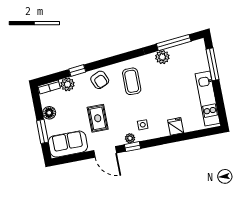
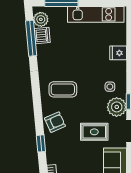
dishwasher: (178, 52) -> (42, 36), added
plant: (162, 57) -> (41, 19), moved
plant: (68, 84) -> (53, 156), removed
plant: (130, 138) -> (117, 107), width x1.88, depth x1.88

